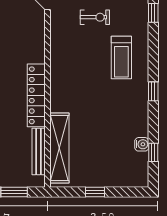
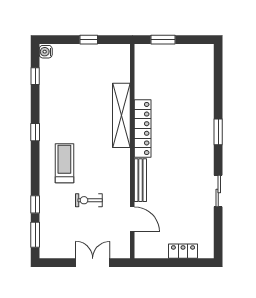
water cooler: (142, 144) -> (46, 52), moved
shelving: (59, 148) -> (121, 115), moved
bench: (39, 151) -> (140, 180), moved

